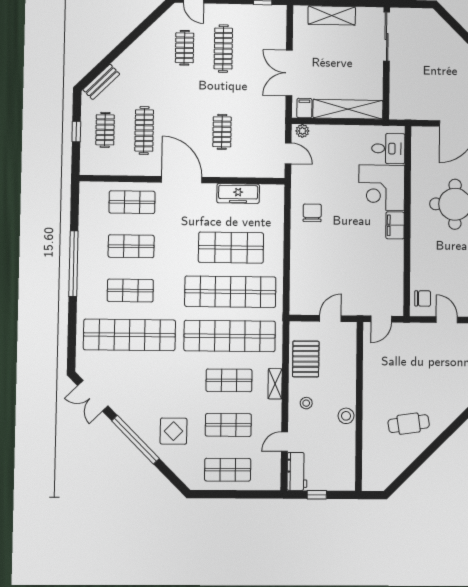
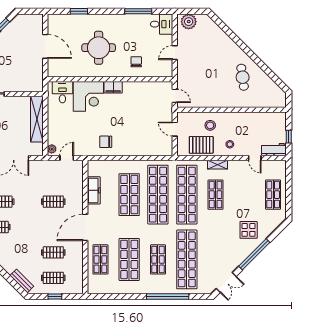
filing cabinet: (304, 108) -> (37, 148), removed
clothes rail: (144, 130) -> (53, 252), width x0.73
shop shelf: (131, 246) -> (129, 259), width x1.43, depth x1.36
window: (73, 264) -> (168, 296), moved
chair: (423, 298) -> (136, 62), moved
stool: (346, 416) -> (210, 125), moved
shop shelf: (228, 425) -> (244, 195), removed

